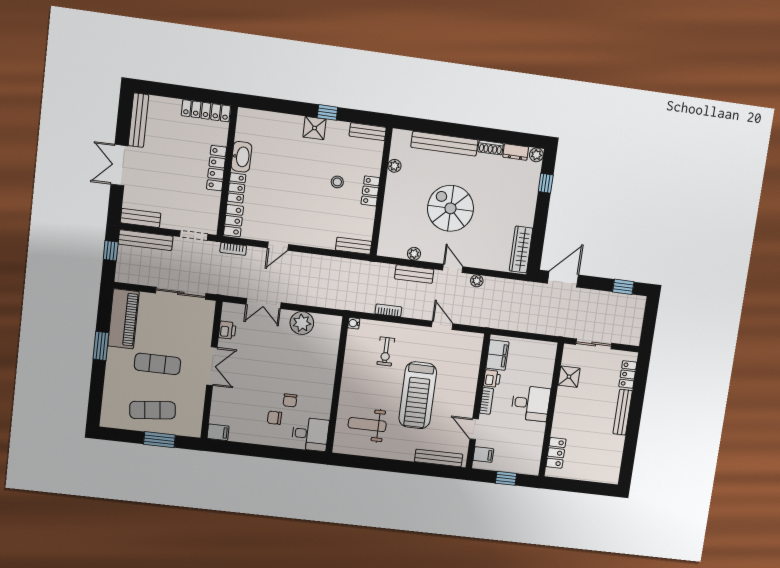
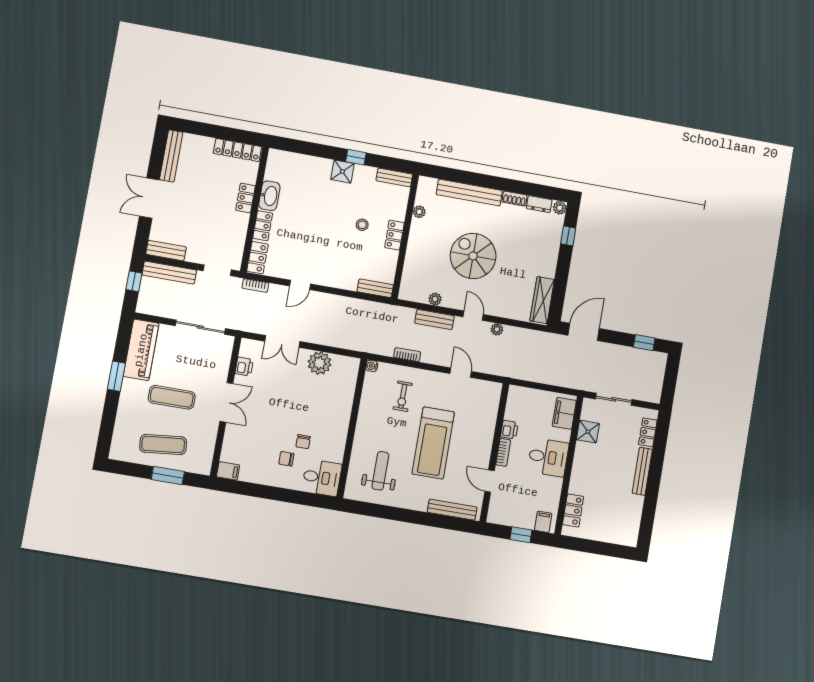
locker: (217, 168) -> (246, 198), width x0.66
filing cabinet: (497, 355) -> (564, 413), moved, turned 180
weight bench: (367, 425) -> (380, 471), turned 90
filing cabinet: (483, 455) -> (543, 522), moved, turned -90

